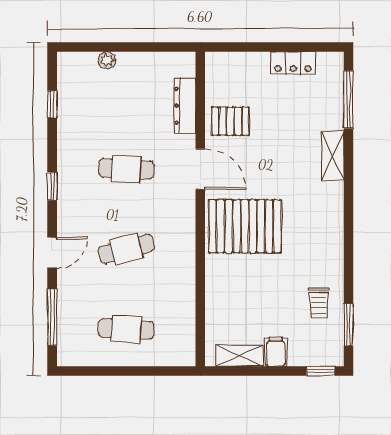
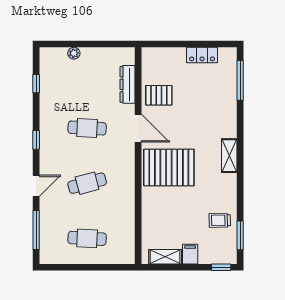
shelving: (333, 156) -> (229, 156), moved
trolley: (319, 303) -> (220, 220), turned 89

